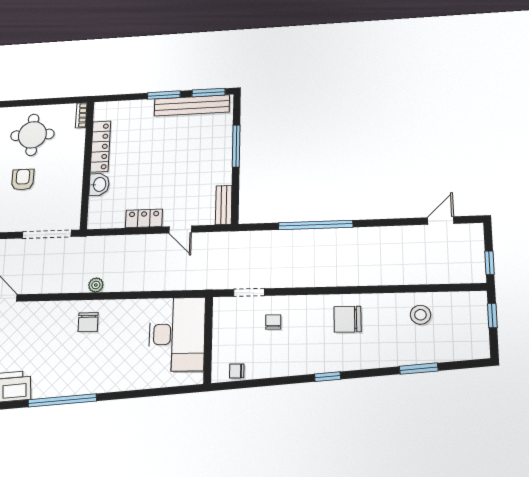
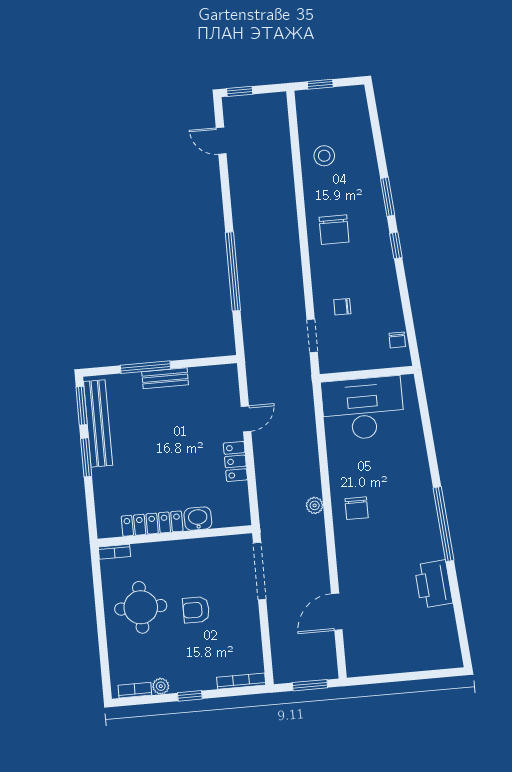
bench: (224, 205) -> (165, 378), moved
window: (490, 263) -> (240, 91), moved
chair: (88, 322) -> (357, 508), turned 90
window: (419, 369) -> (388, 197), moved

